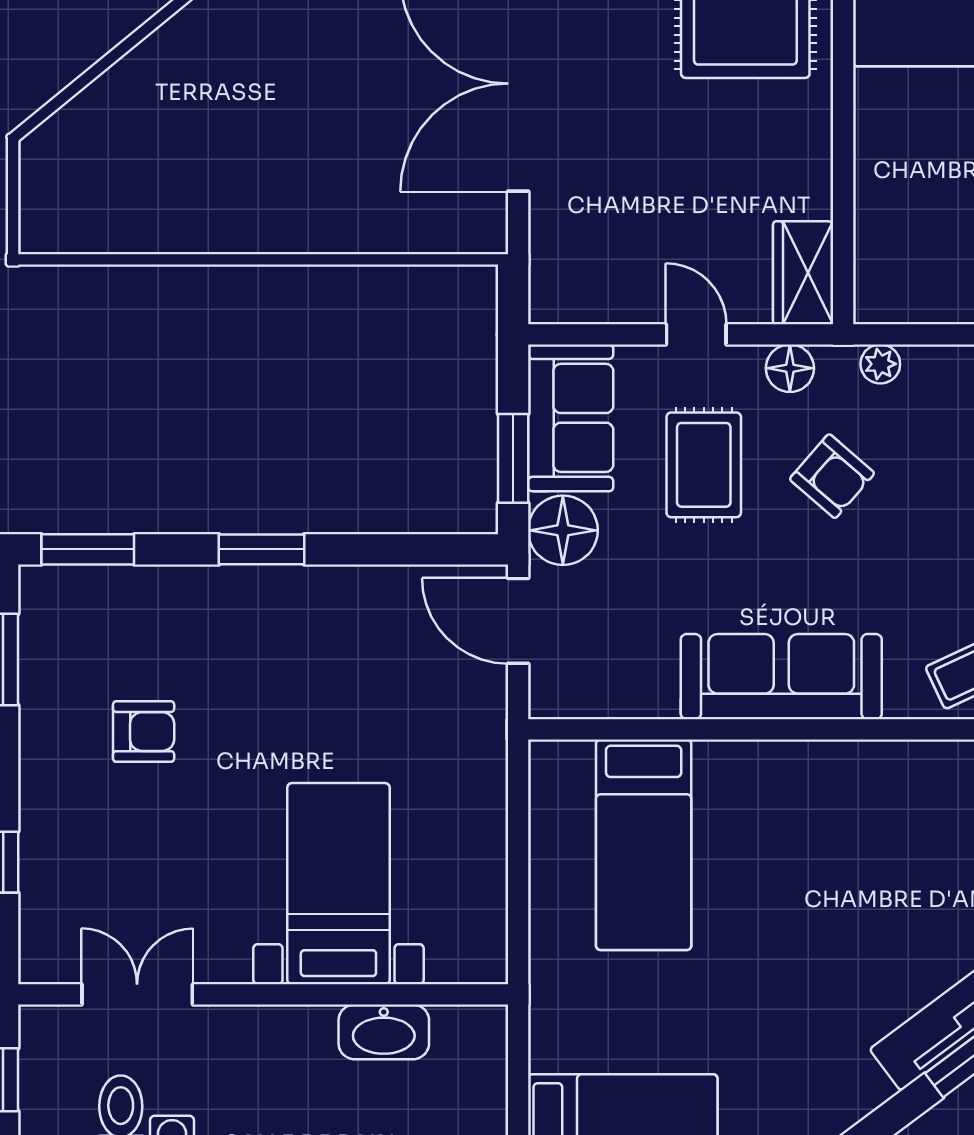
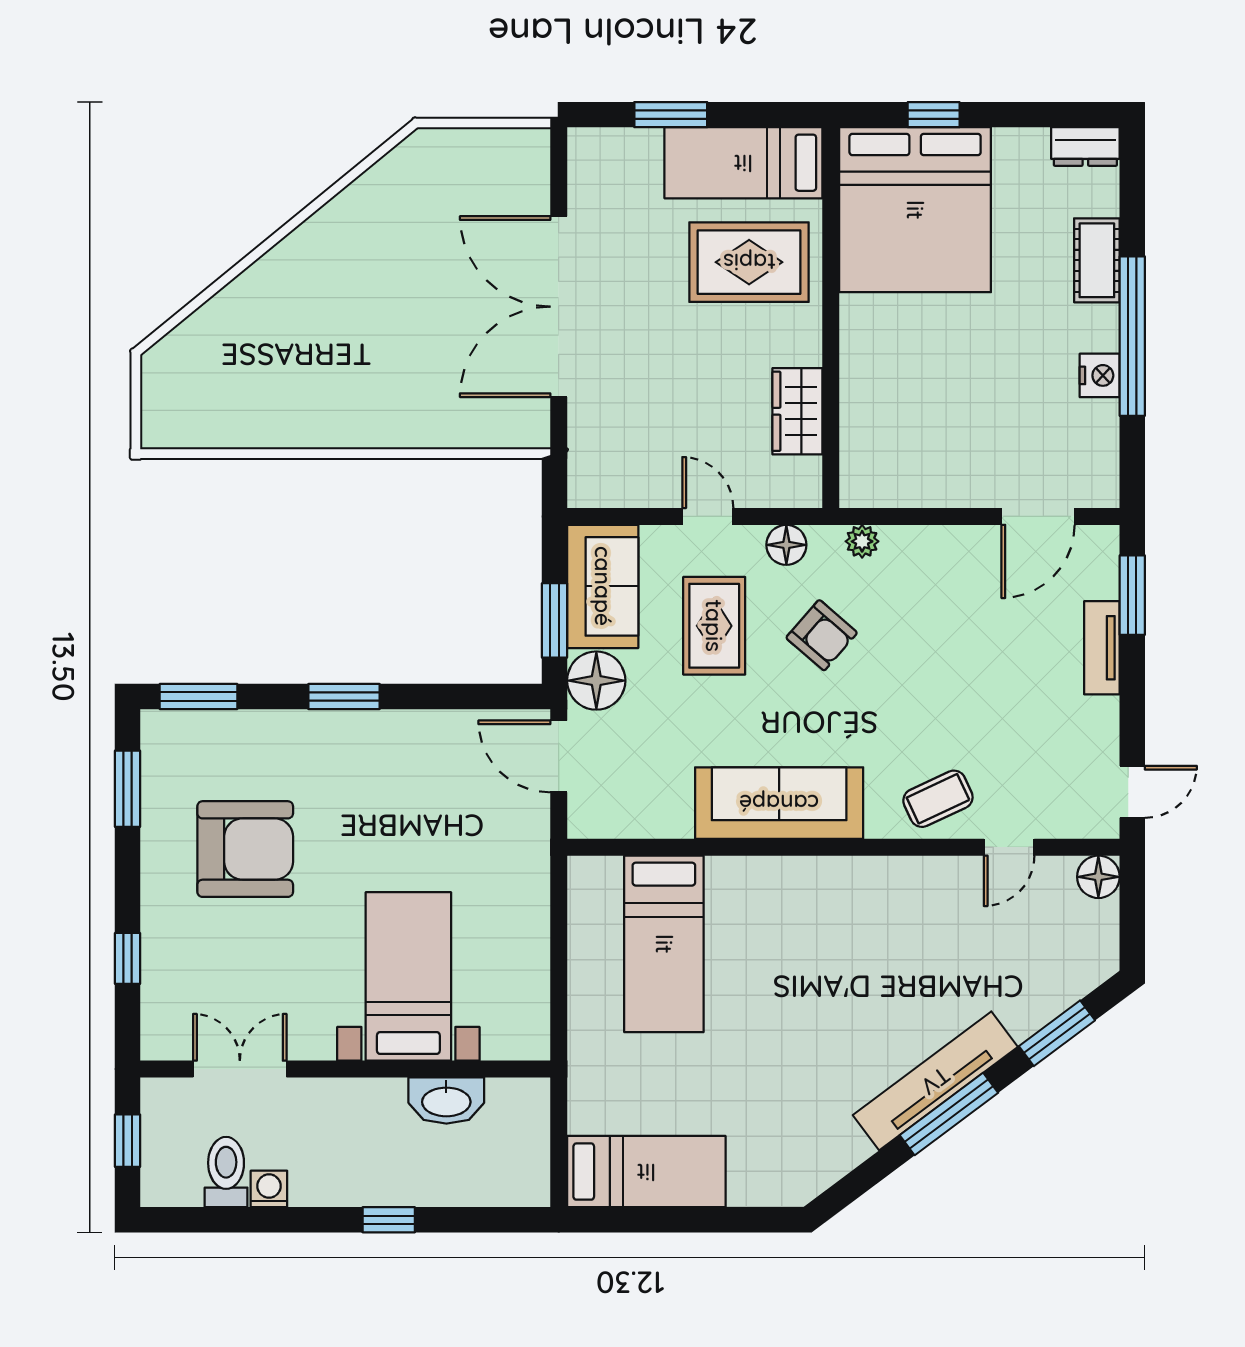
wardrobe: (803, 273) -> (797, 411), moved
armchair: (144, 732) -> (245, 849), width x1.88, depth x1.88

